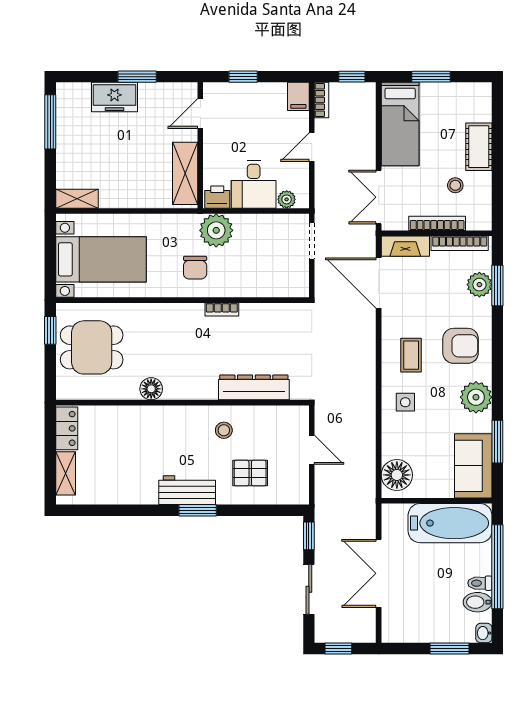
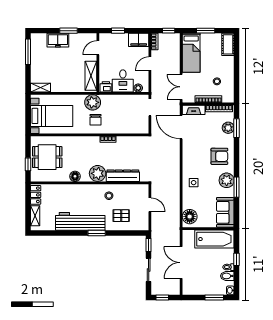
filing cabinet: (298, 96) -> (139, 40), width x2.00
cot: (479, 147) -> (228, 44), moved
plant: (216, 230) -> (93, 102), moved
window: (50, 330) -> (28, 164), moved
coffee table: (411, 355) -> (196, 161), removed
plant: (199, 383) -> (98, 173), added
window: (497, 442) -> (237, 187), moved
workbench: (187, 490) -> (80, 221), width x1.88, depth x1.32
window: (497, 567) -> (237, 259), width x0.32

